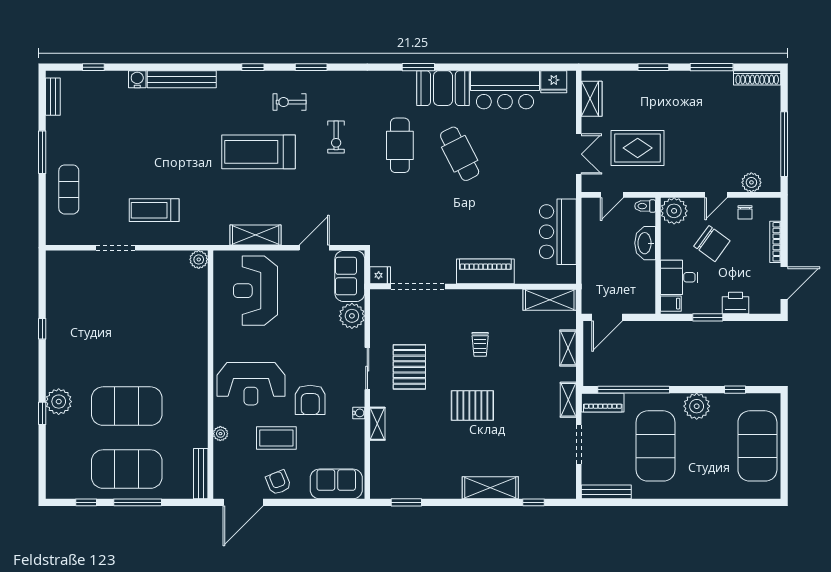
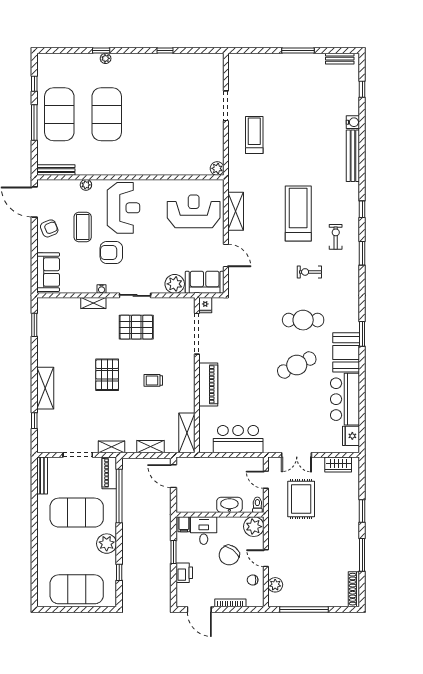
exercise mat: (69, 189) -> (270, 71), removed
reception desk: (251, 384) -> (124, 208), turned 180
plant: (59, 402) -> (106, 58), width x0.53, depth x0.53

